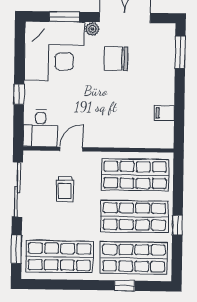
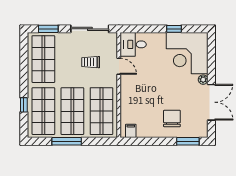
window: (64, 17) -> (211, 60), removed
chair: (116, 59) -> (172, 118), moved
window: (19, 94) -> (174, 29), moved
filing cabinet: (164, 113) -> (131, 131), moved
window: (177, 225) -> (67, 141), width x2.17

